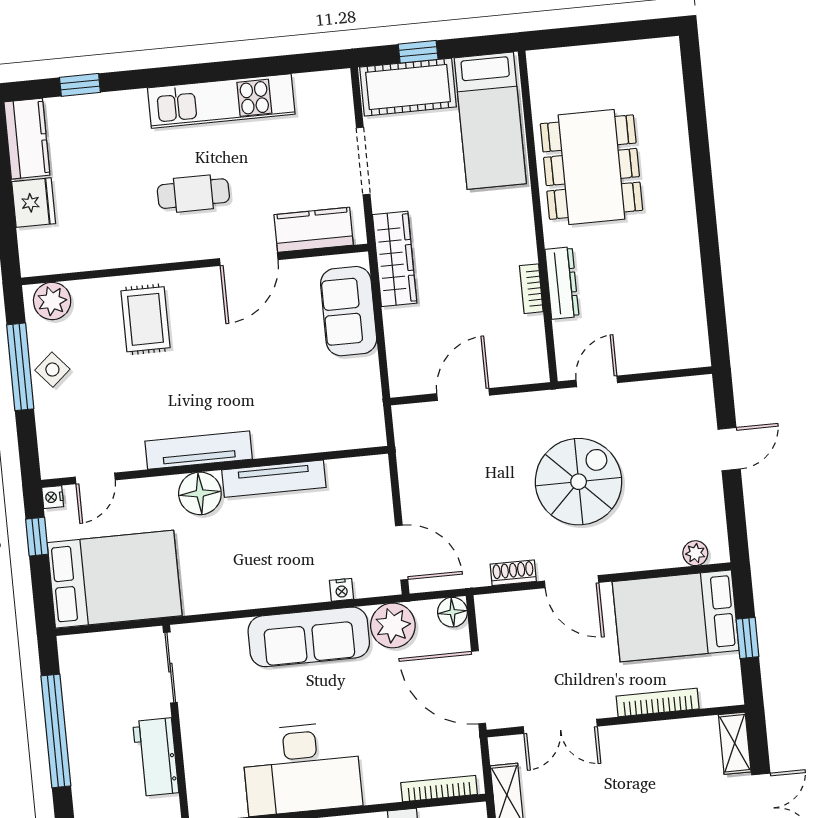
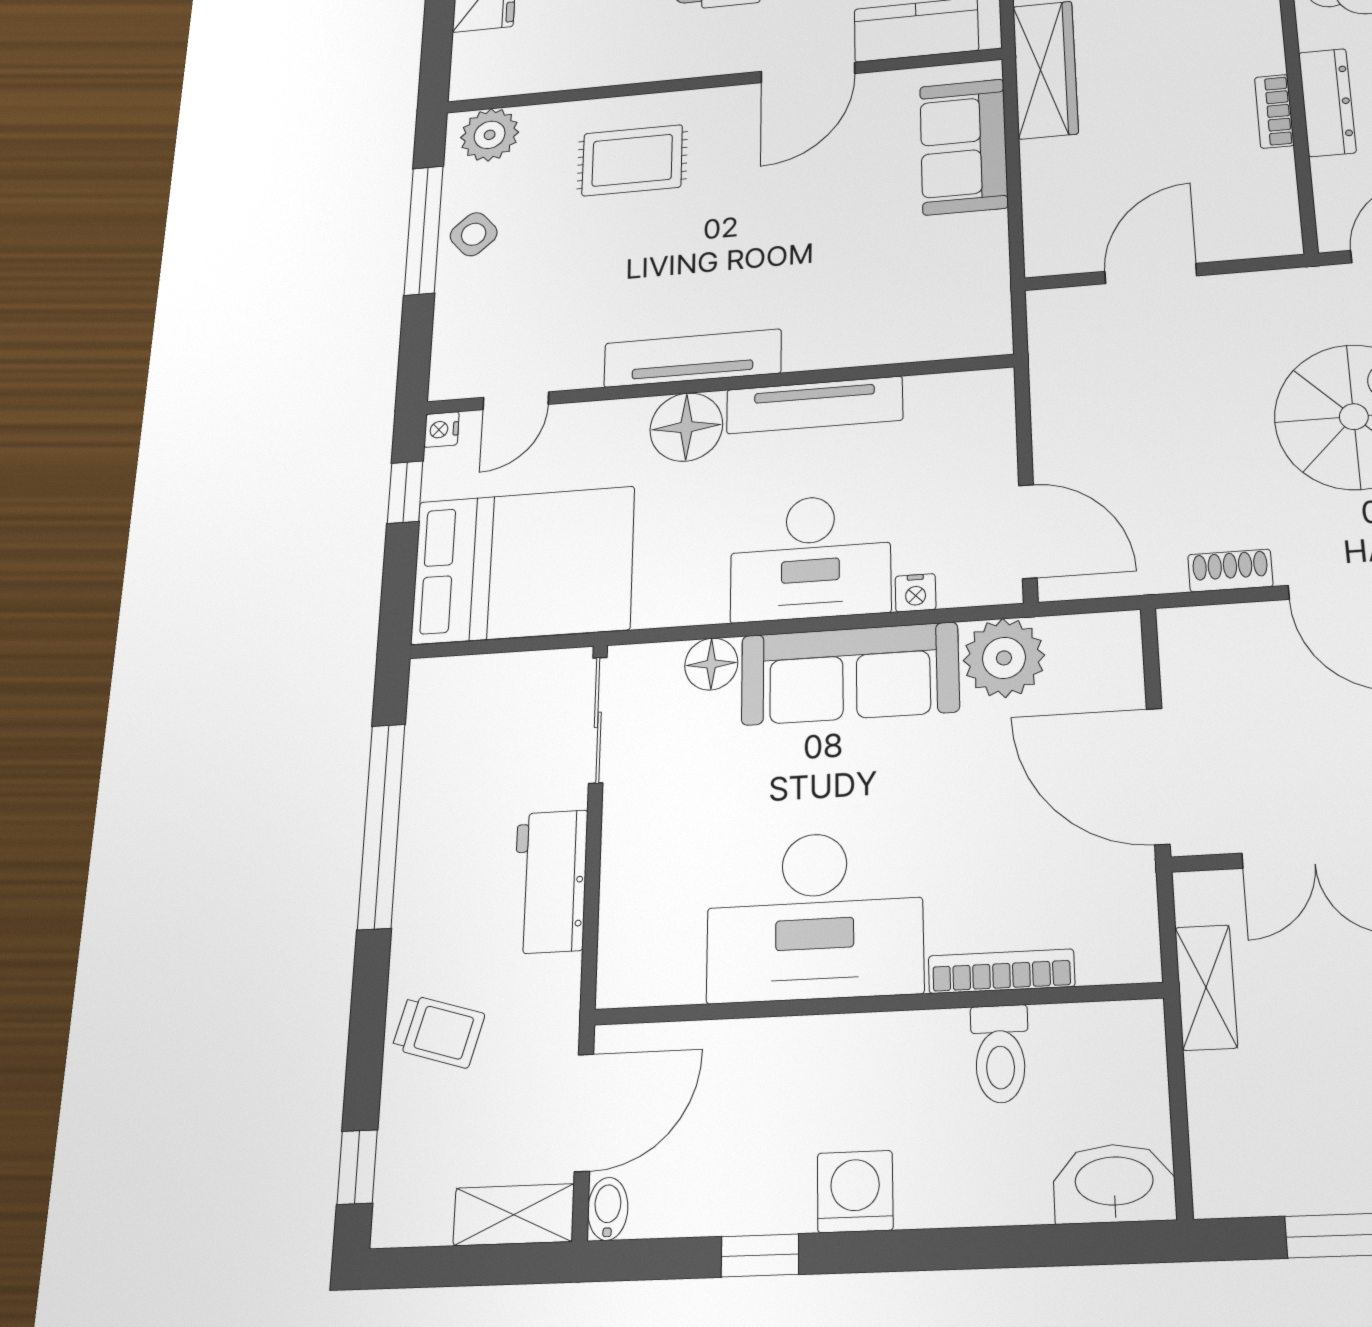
rug: (146, 319) -> (632, 160), turned 90
desk: (280, 571) -> (810, 557), added
floor lamp: (452, 612) -> (711, 664), moved
bookcase: (439, 789) -> (1001, 971), moved

